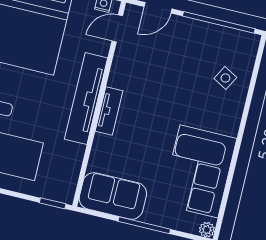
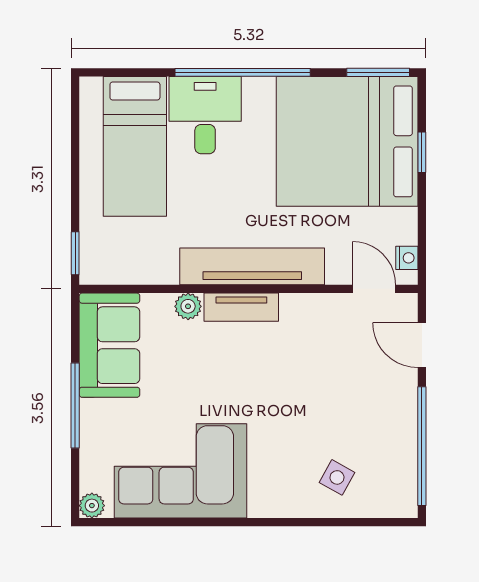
plant: (101, 143) -> (188, 306), added

